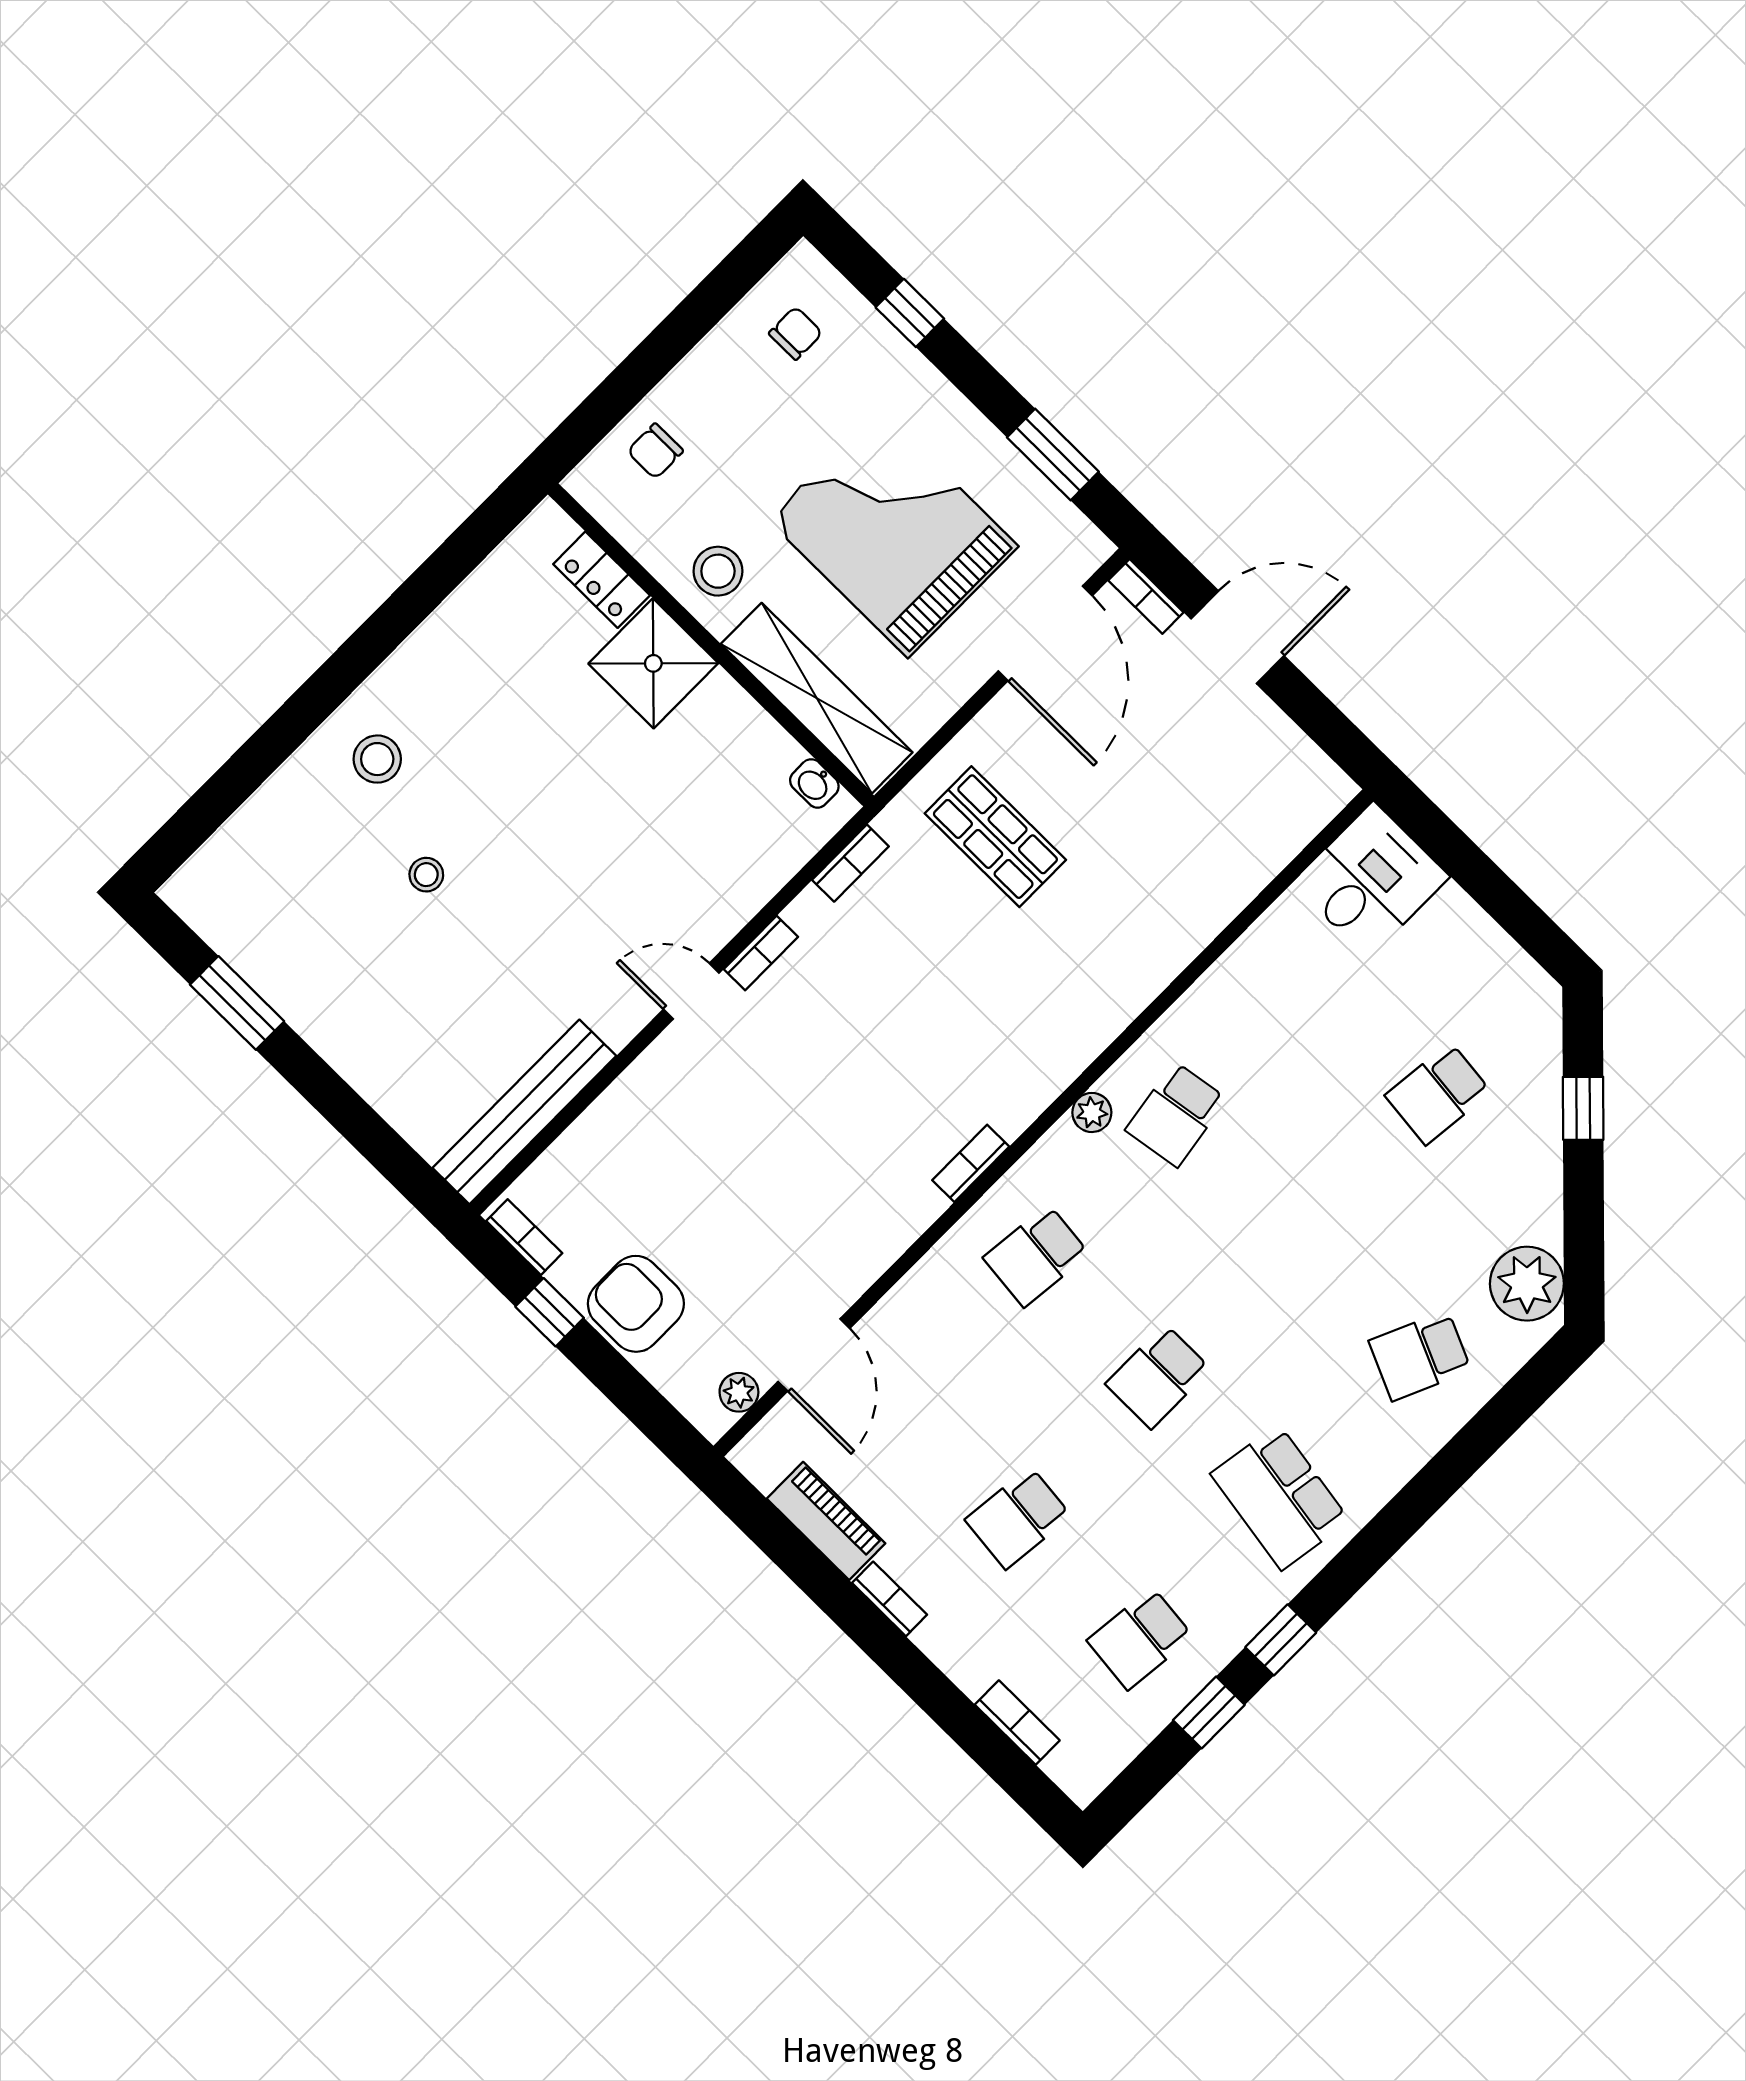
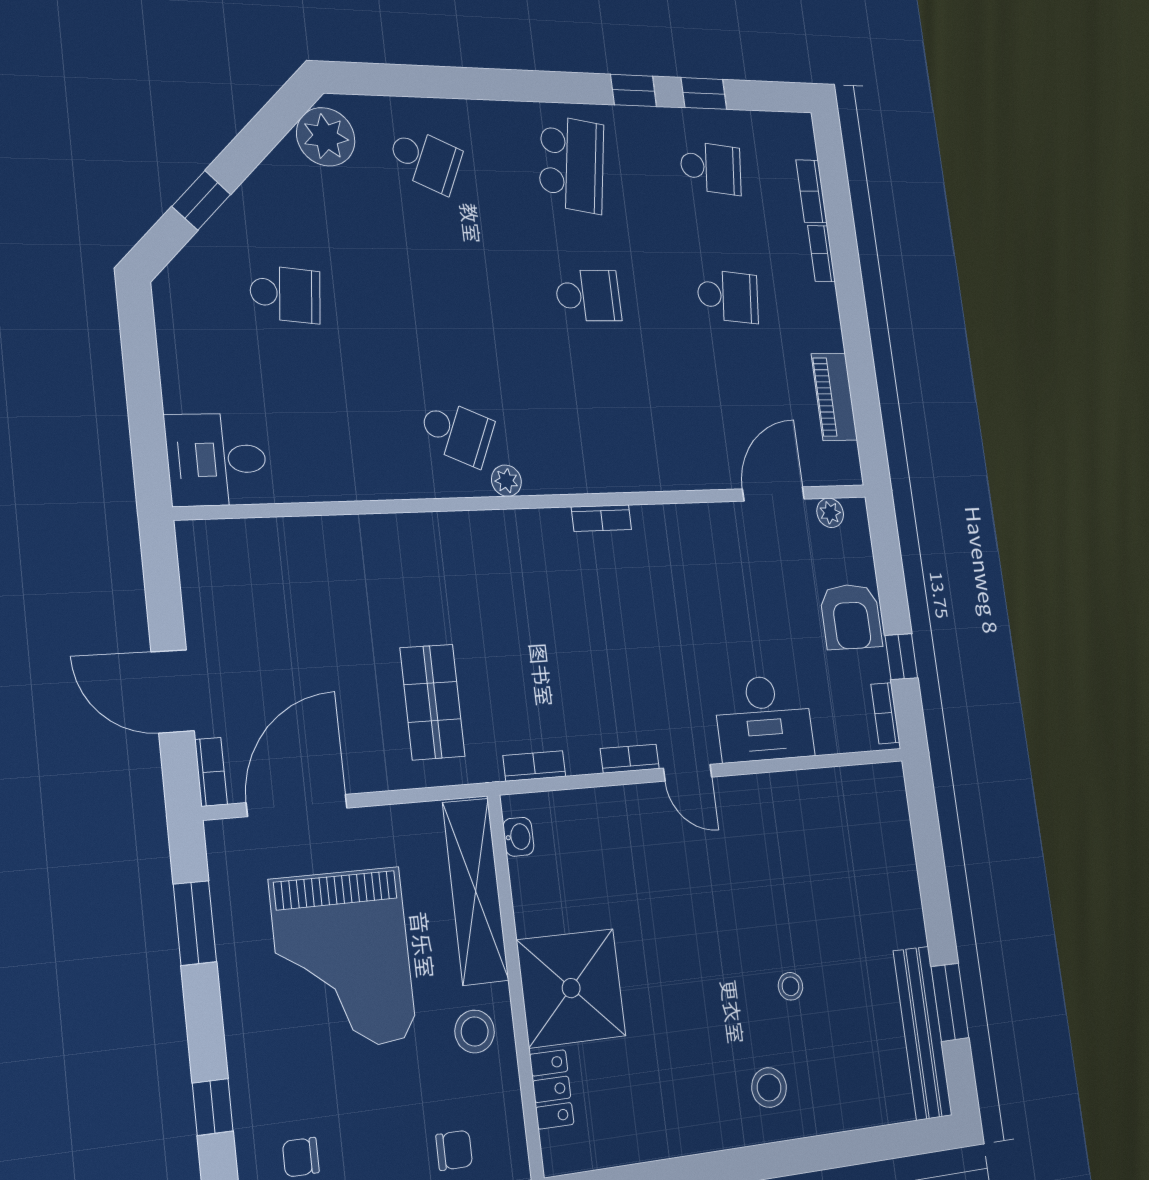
shower: (653, 663) -> (571, 988), width x1.37, depth x1.37
bench: (524, 1112) -> (923, 1033), moved, turned 90
school desk: (1176, 1114) -> (457, 432), turned 33
desk: (652, 1115) -> (764, 718), added
school desk: (1036, 1256) -> (605, 429), removed
bookcase: (890, 1599) -> (821, 254), moved

